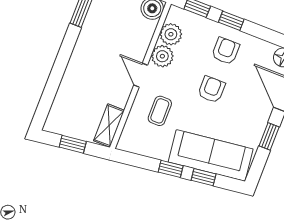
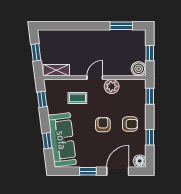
window: (231, 21) -> (150, 137), moved
plant: (171, 34) -> (127, 86), removed
armchair: (212, 90) -> (103, 125), turned -90
window: (171, 169) -> (42, 99), moved

